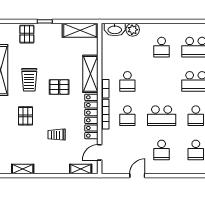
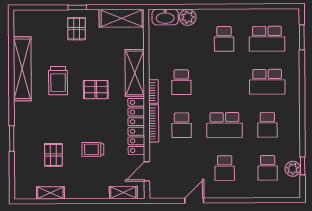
pallet: (27, 34) -> (77, 29), moved
pallet: (25, 116) -> (53, 155), moved

